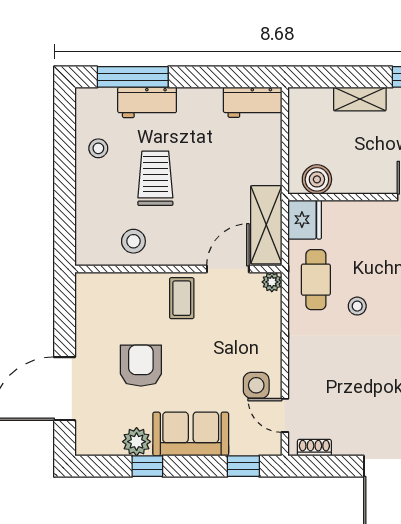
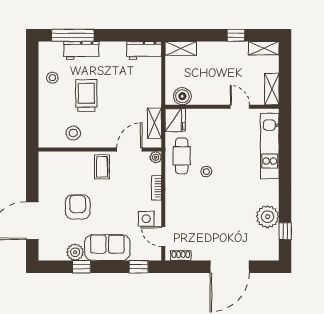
shelving: (360, 99) -> (181, 48), moved
shelving: (266, 225) -> (154, 123), width x0.67, depth x0.75
bookcase: (273, 333) -> (156, 188), added

